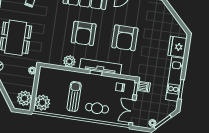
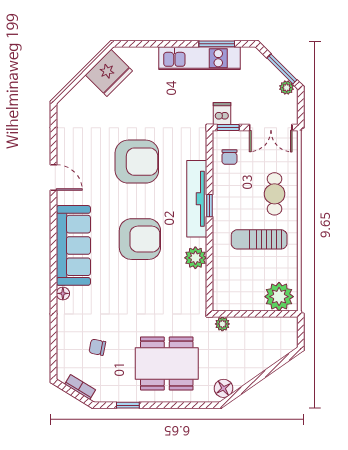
fridge: (177, 47) -> (109, 73), moved, turned -45
plant: (24, 98) -> (276, 331), removed

